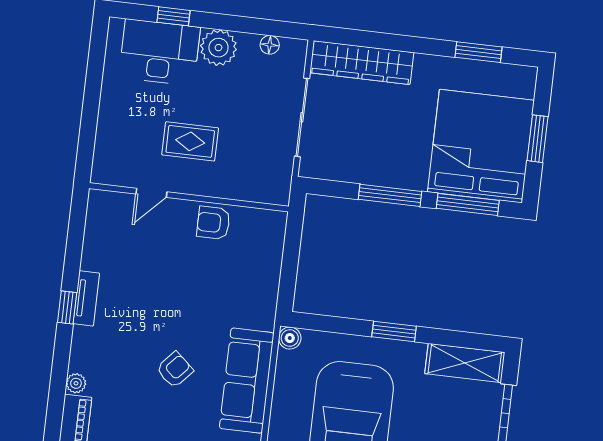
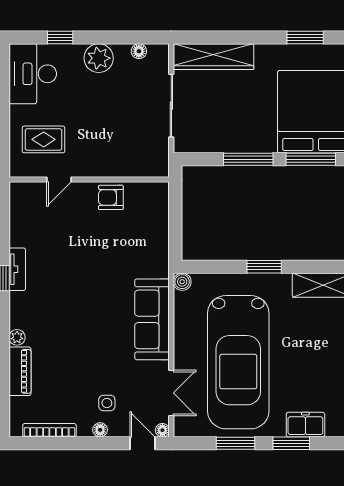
desk: (160, 52) -> (33, 74), moved, turned -90
rug: (190, 141) -> (44, 139), moved
armchair: (175, 370) -> (94, 317), removed

